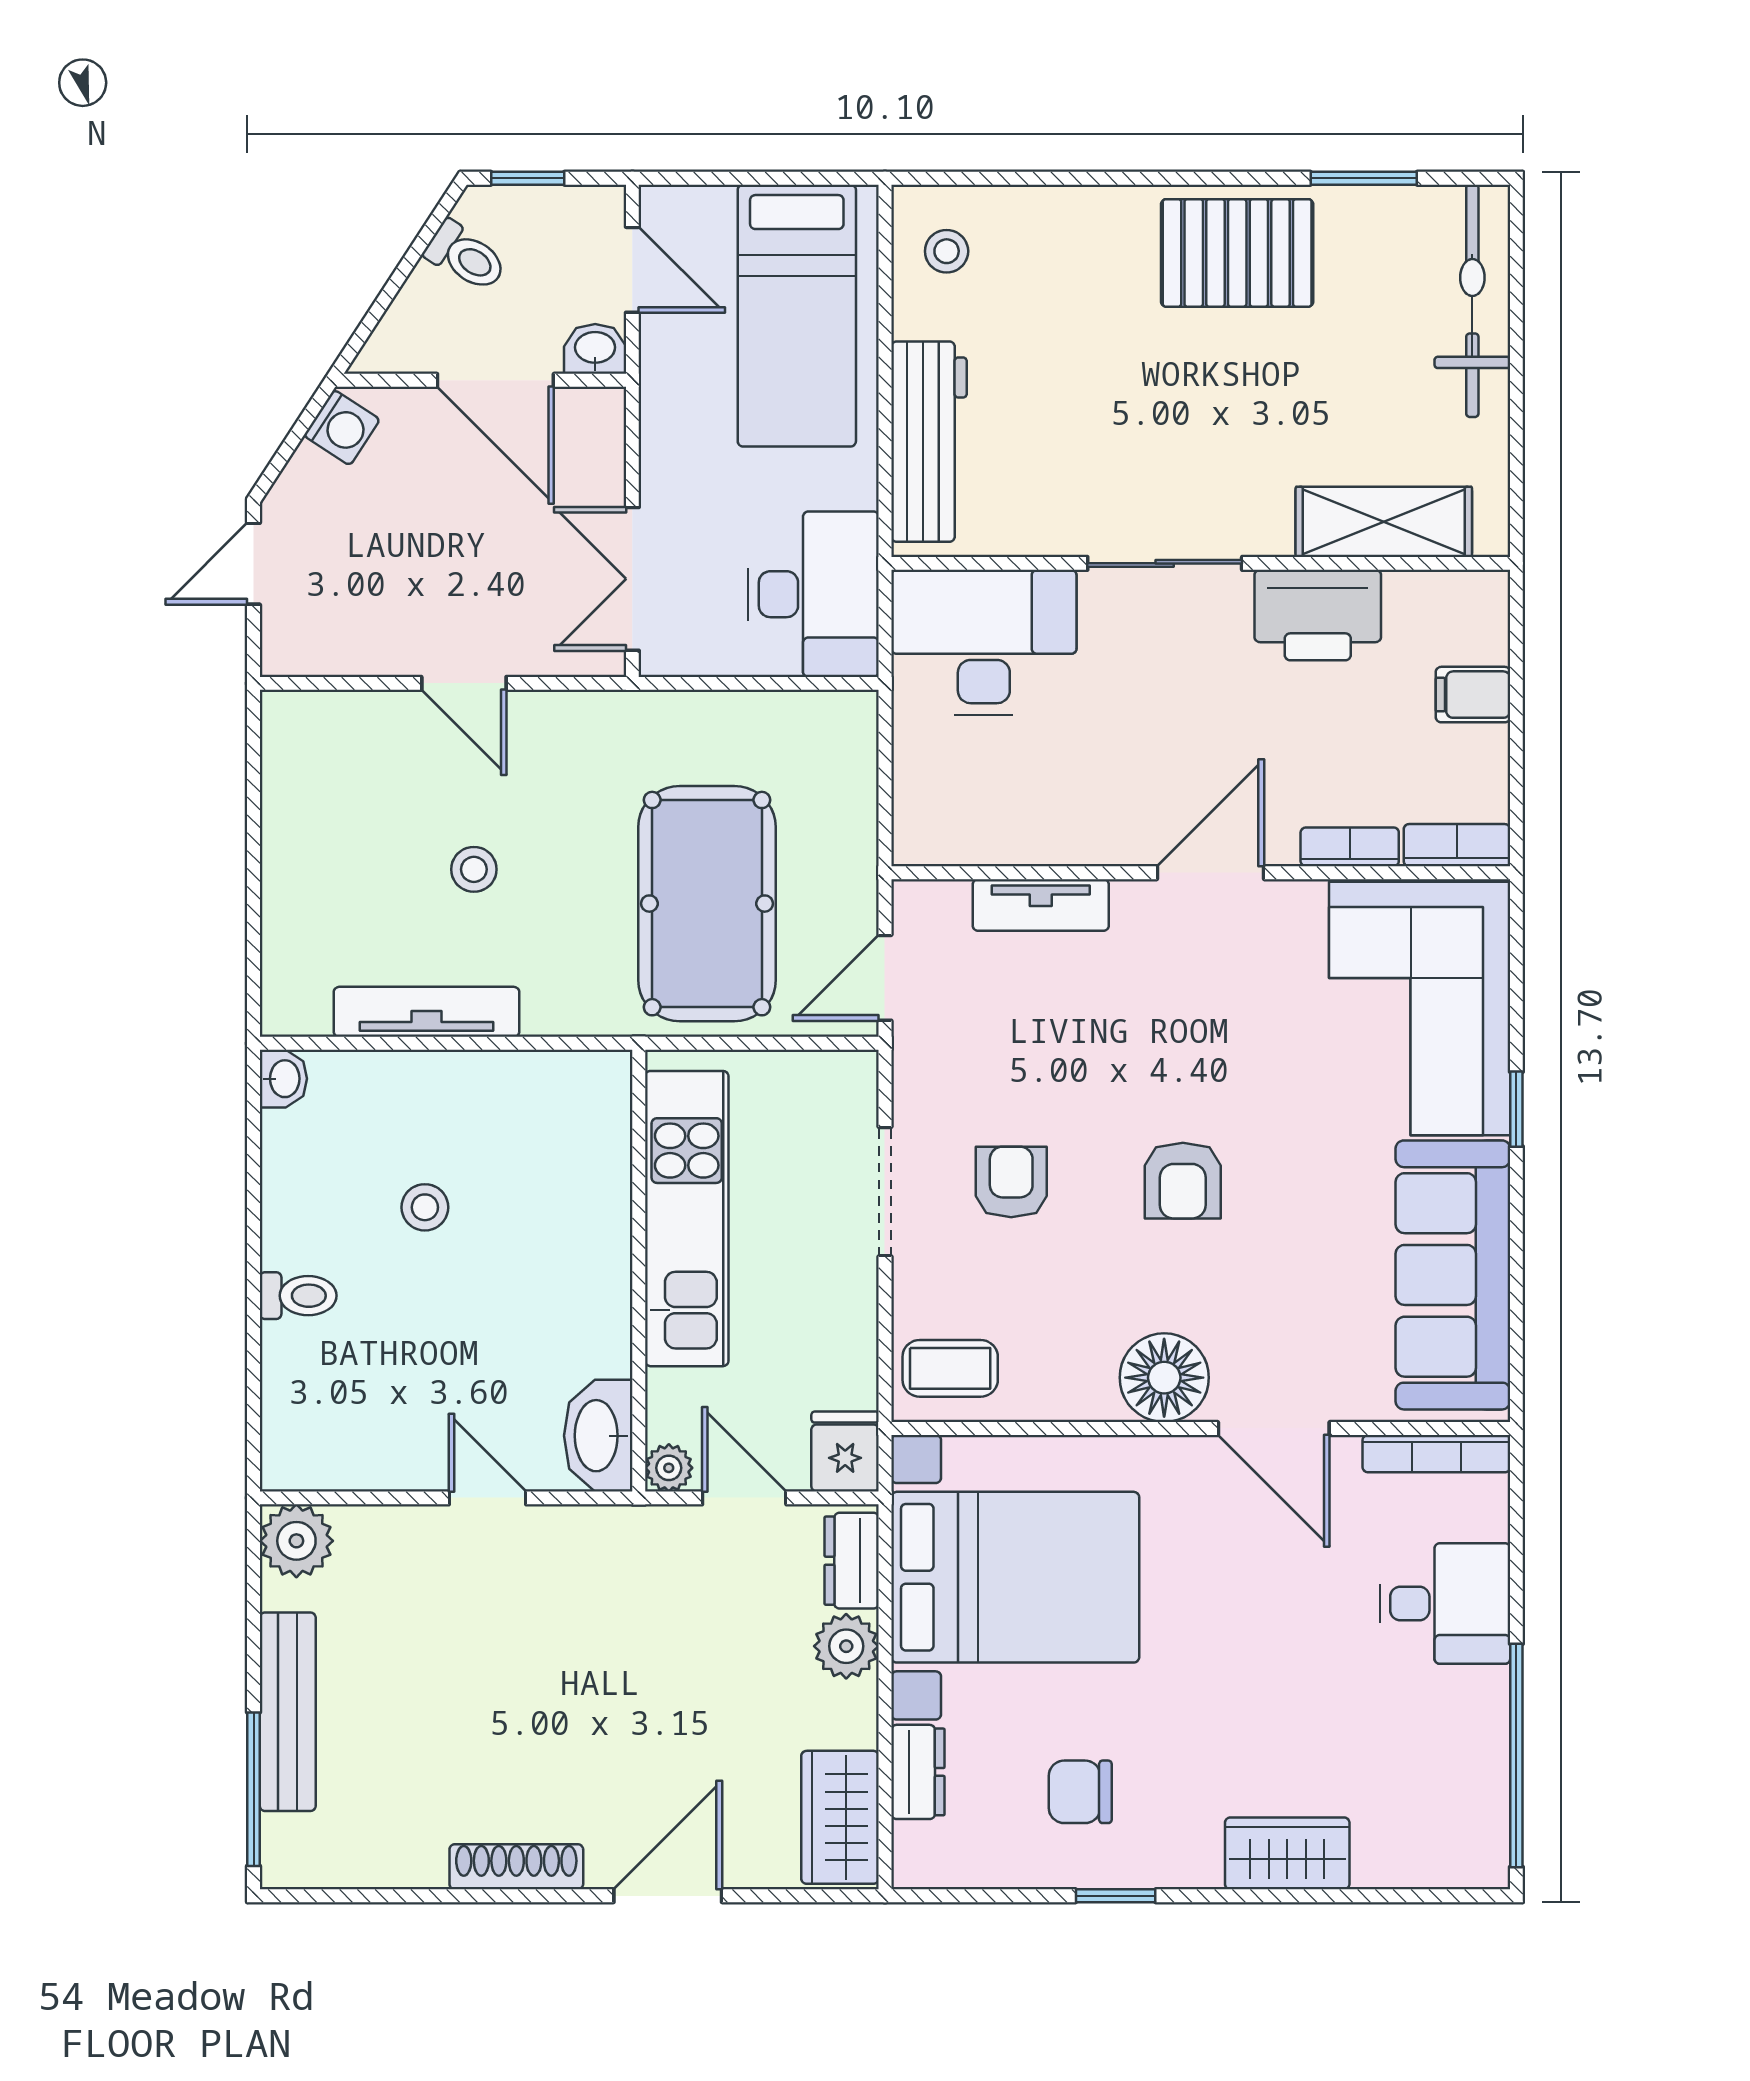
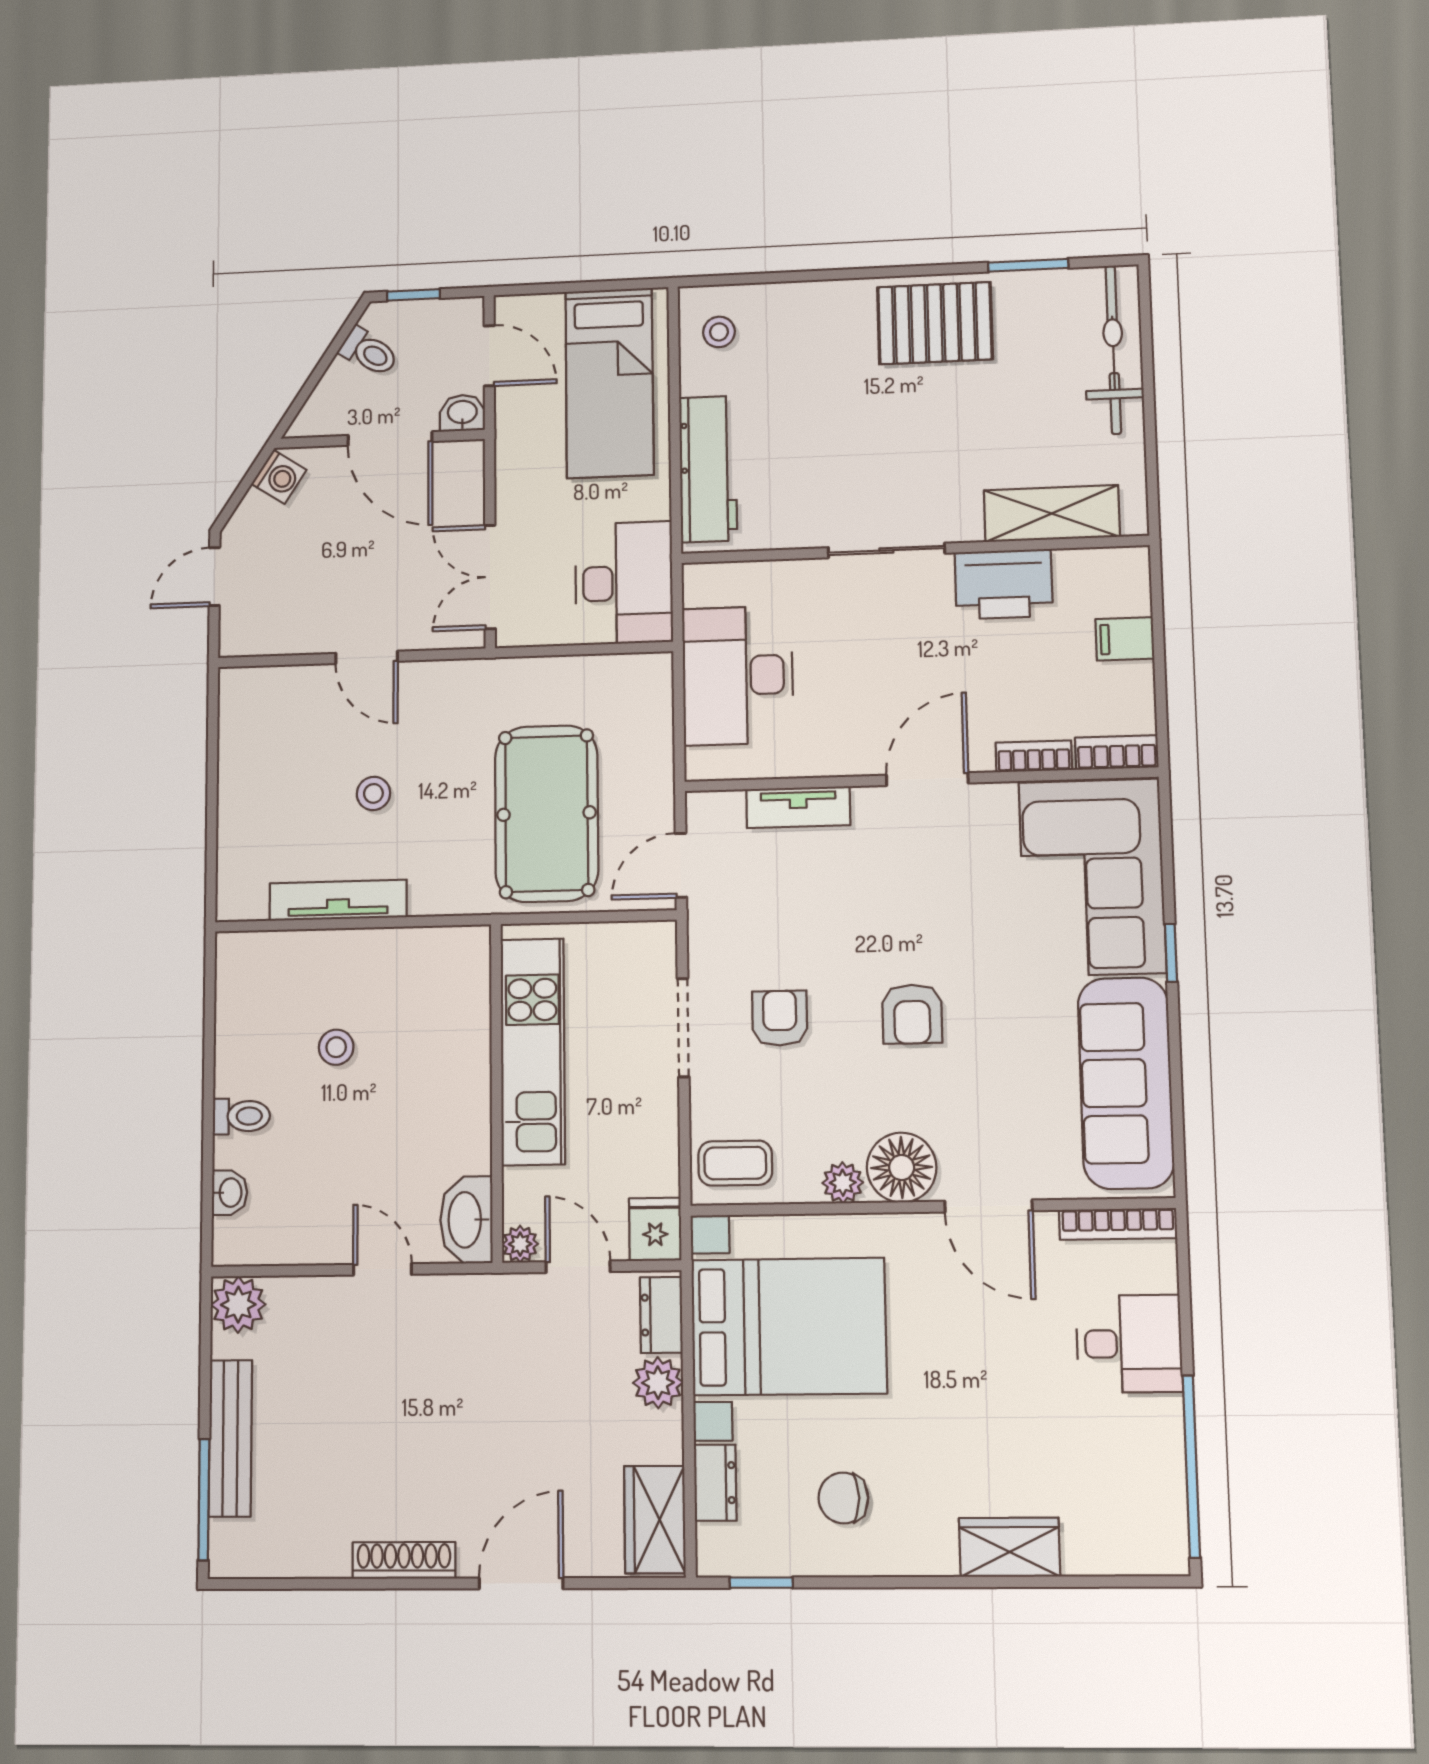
desk: (984, 642) -> (738, 675), moved, turned -90
washbasin: (283, 1079) -> (230, 1193), moved
plant: (1088, 1396) -> (843, 1183), added
window: (1116, 1896) -> (761, 1583), moved

